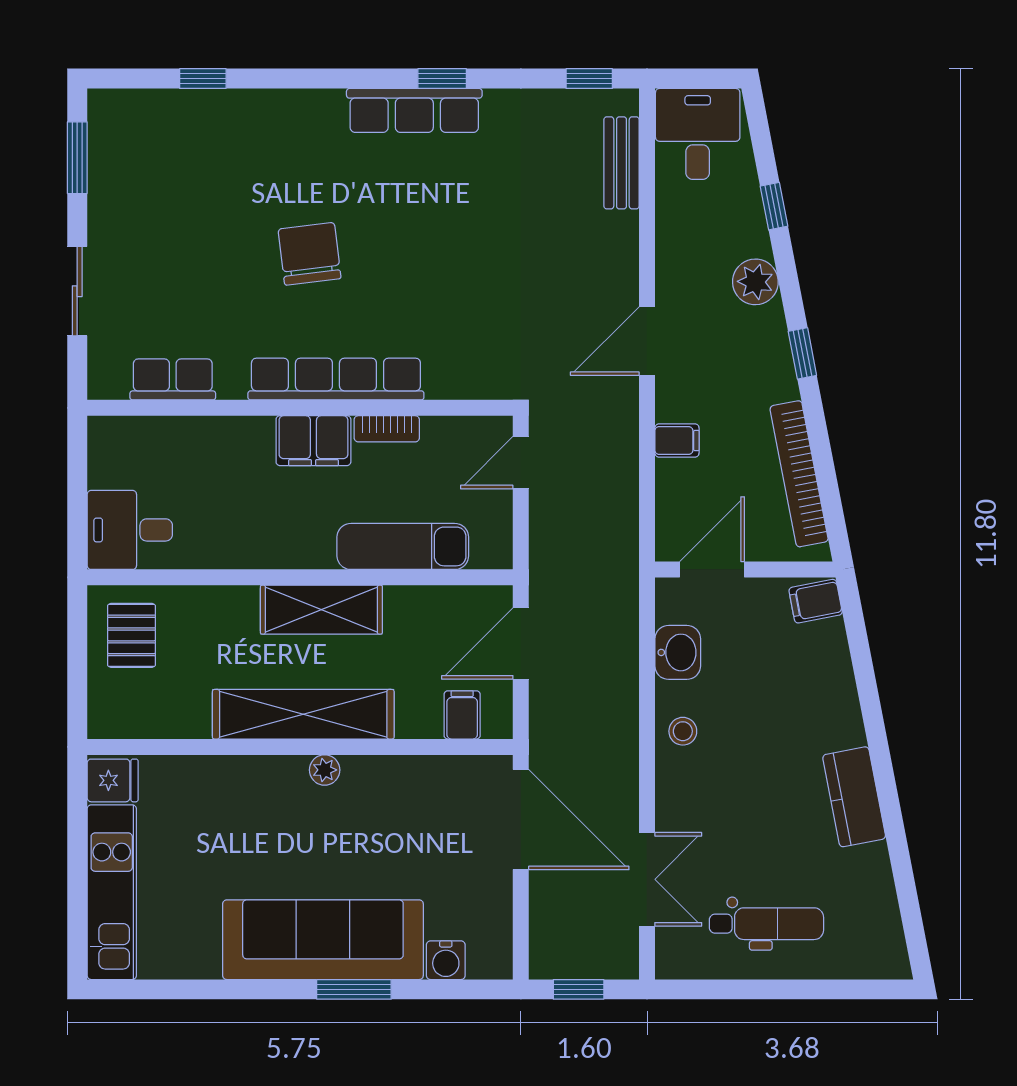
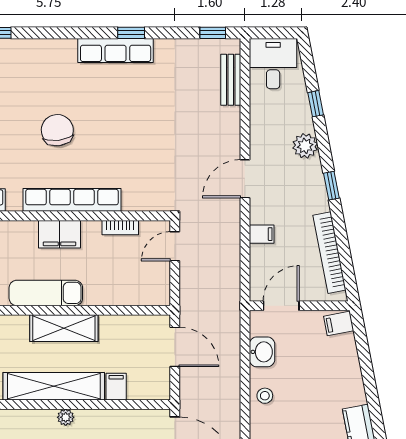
bookcase: (387, 429) -> (120, 228), moved
exam couch: (403, 546) -> (46, 293), moved
door: (521, 644) -> (175, 347), swing flipped
filing cabinet: (462, 715) -> (116, 387), moved

